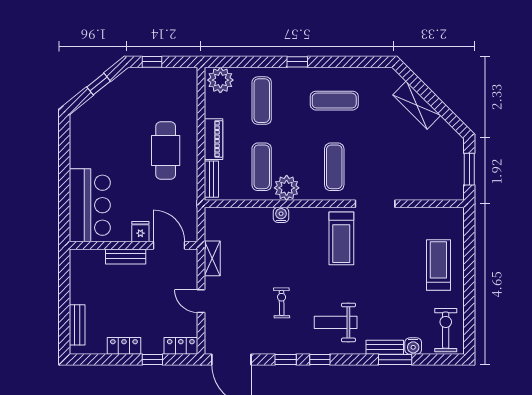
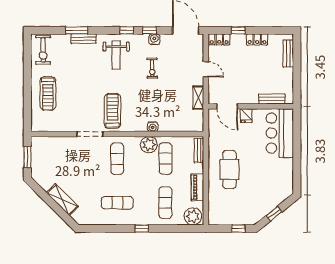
piano: (214, 139) -> (197, 187), moved
bench: (126, 256) -> (272, 99), moved
weight bench: (336, 322) -> (116, 55), turned 90
water cooler: (413, 346) -> (154, 39), moved

